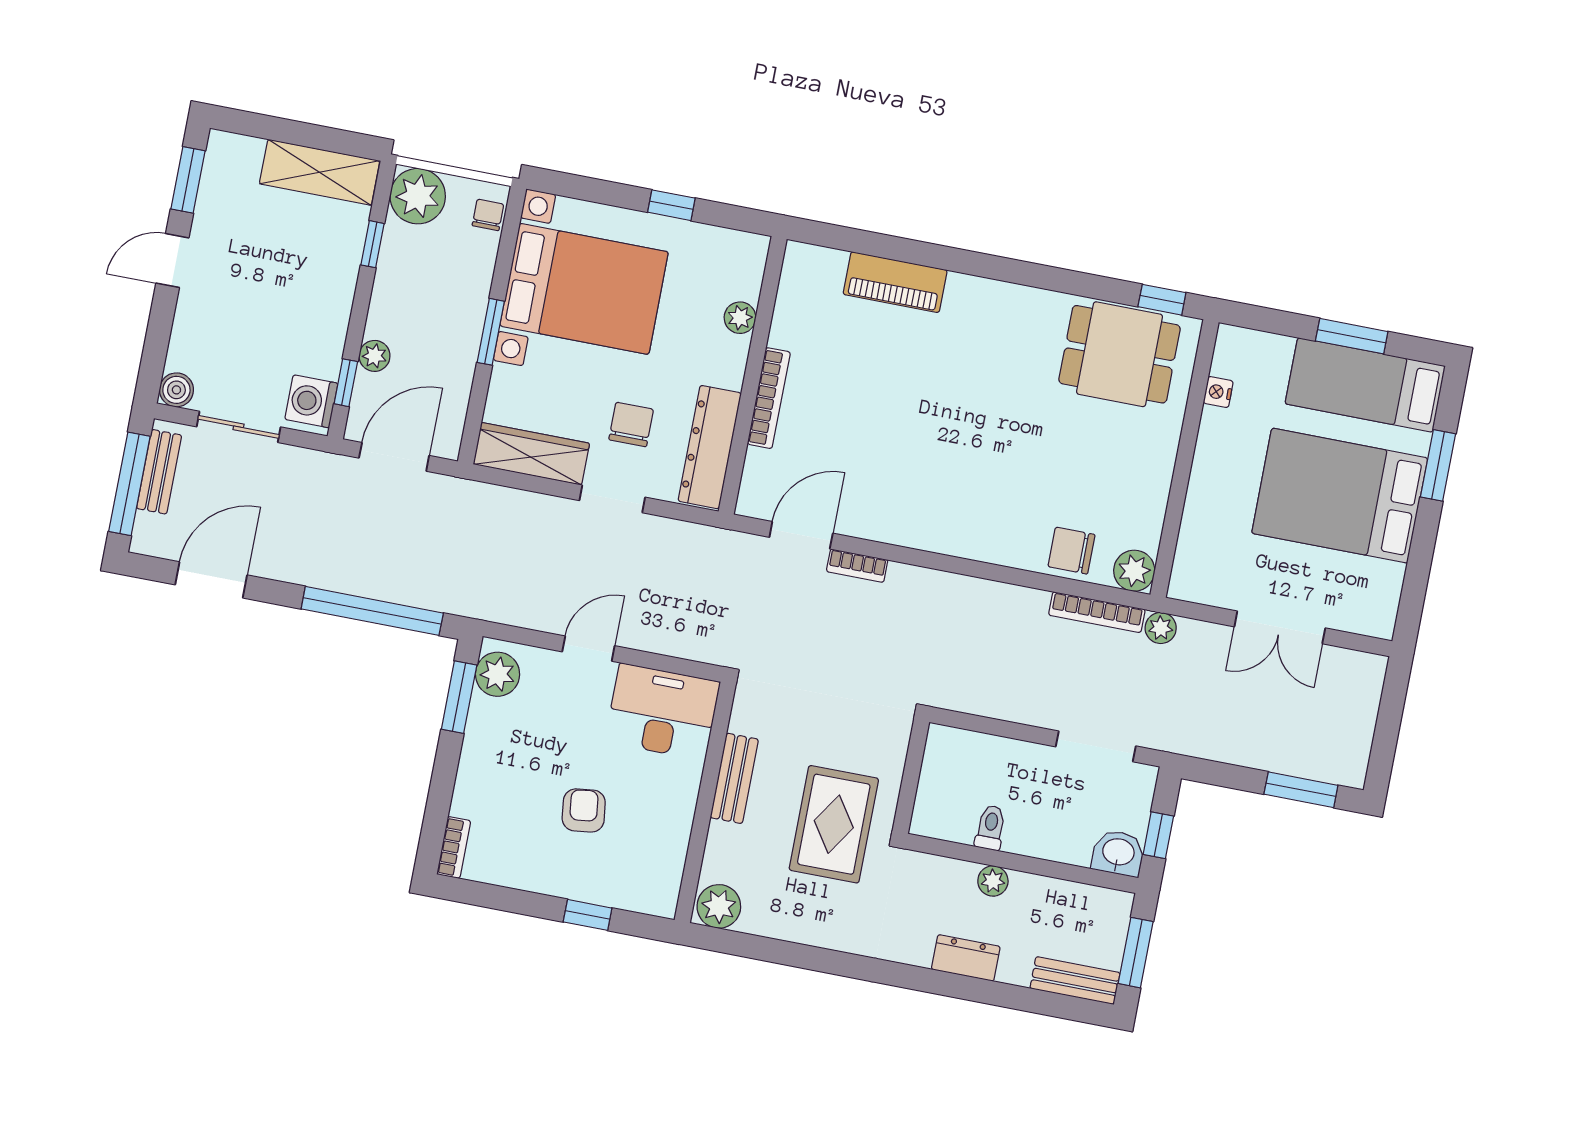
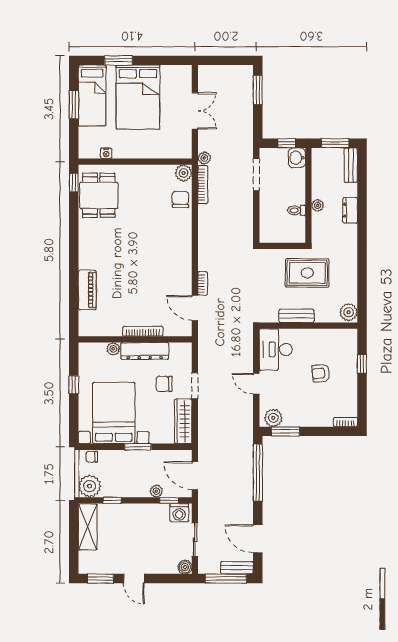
dresser: (710, 447) -> (145, 351), moved
bench: (159, 472) -> (237, 568), moved
chair: (1071, 551) -> (180, 199), turned 180

